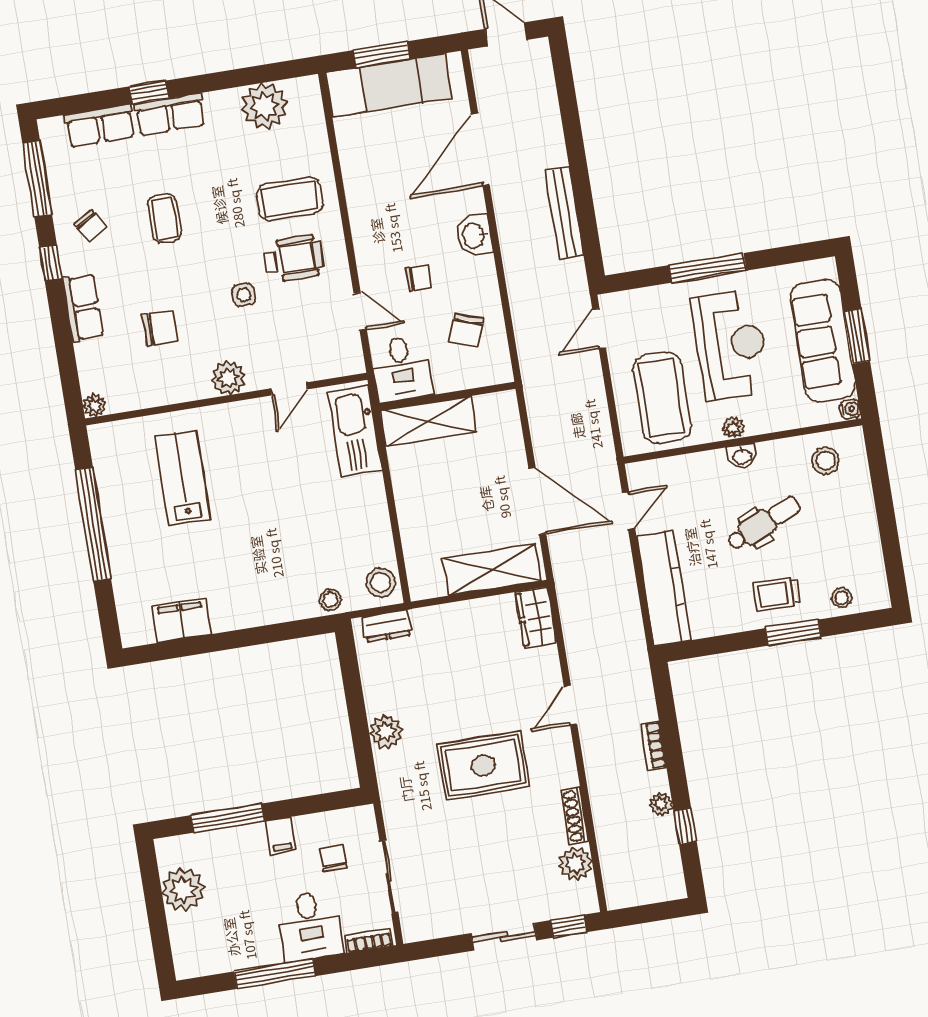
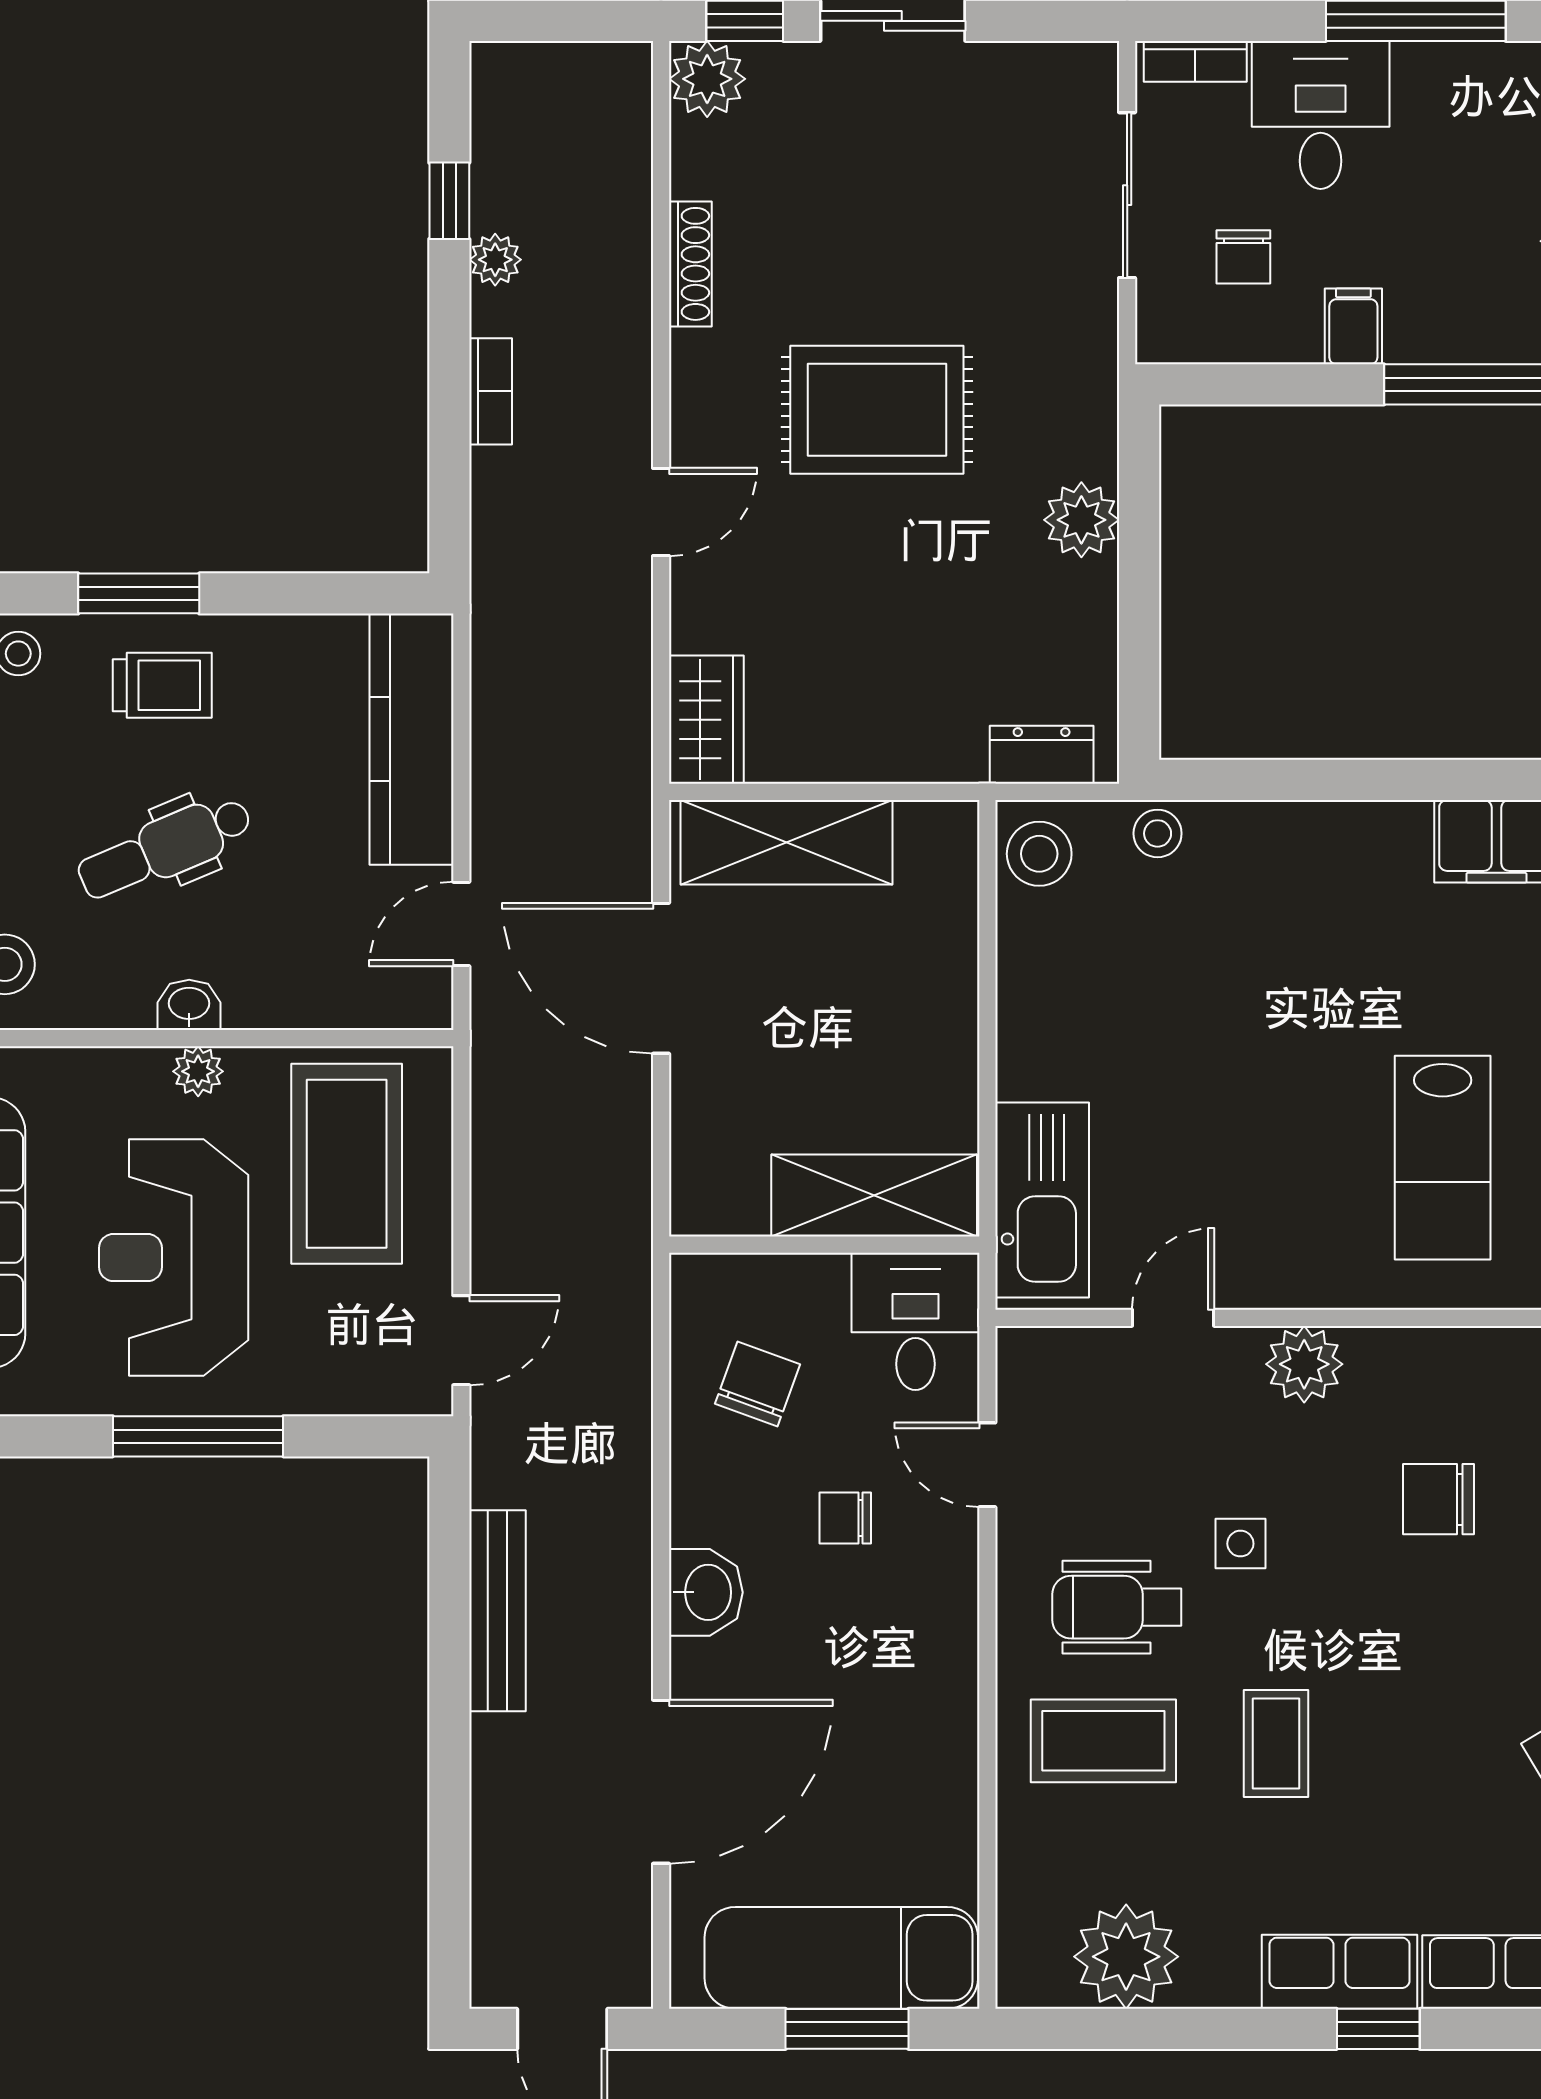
coffee table: (164, 218) -> (1276, 1743), moved
plant: (575, 864) -> (707, 79), moved

